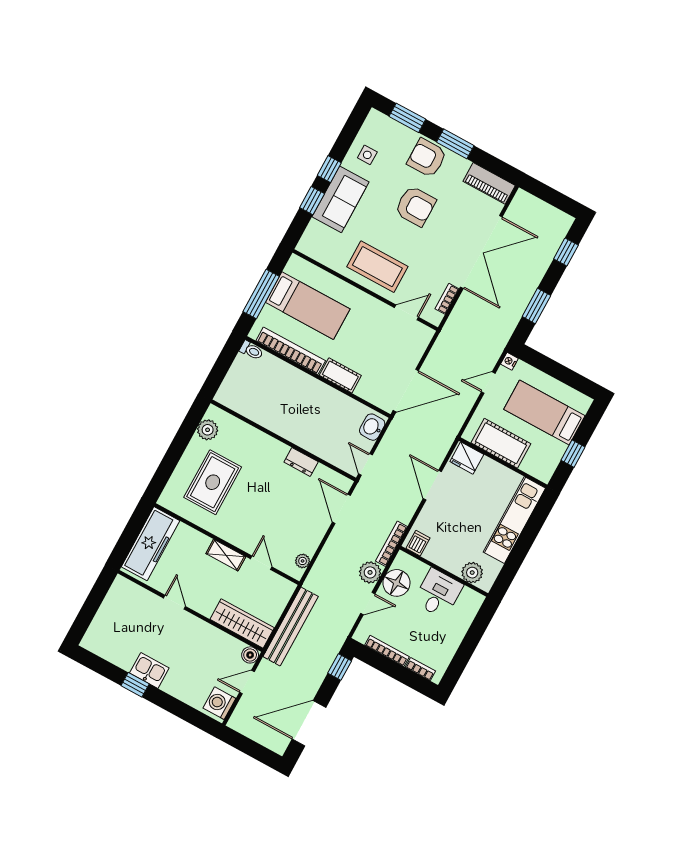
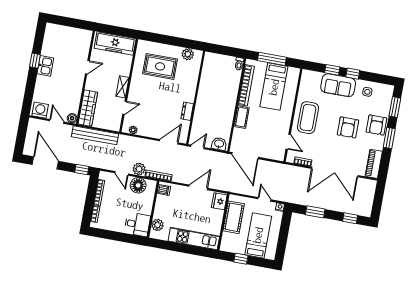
armchair: (427, 158) -> (376, 125), turned 180
desk: (438, 593) -> (137, 224), moved

